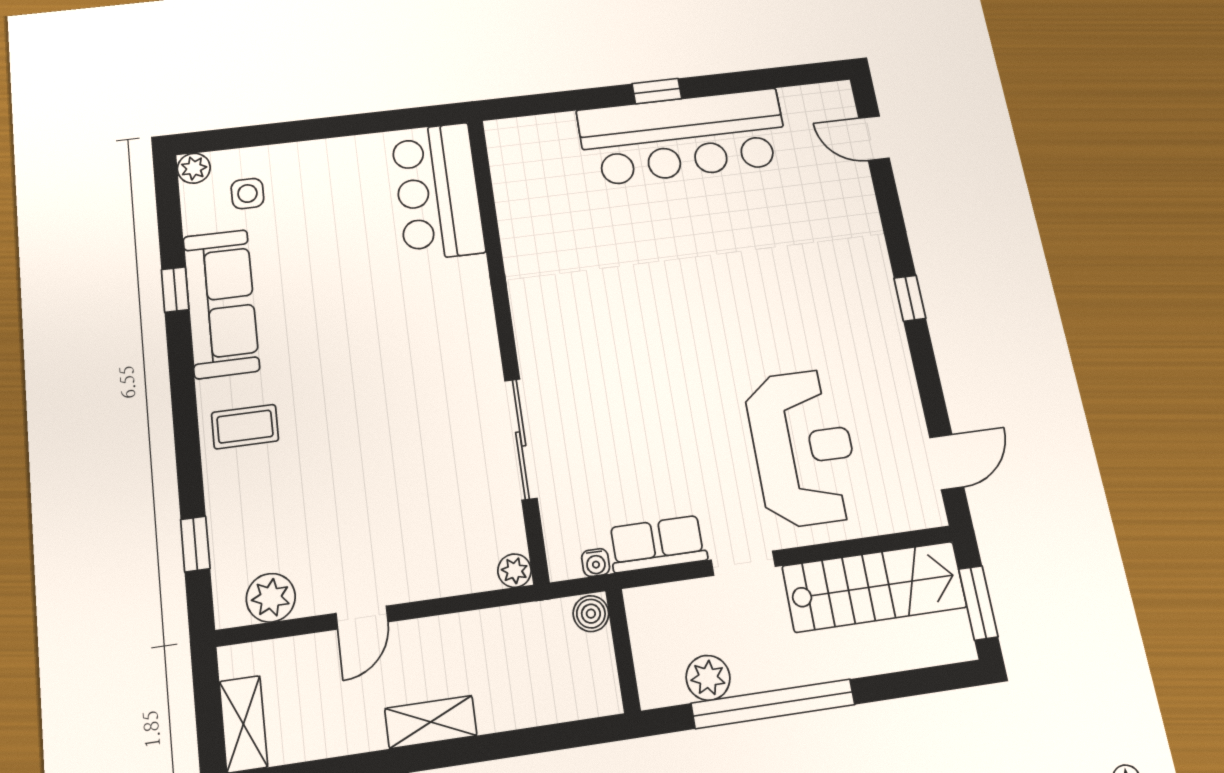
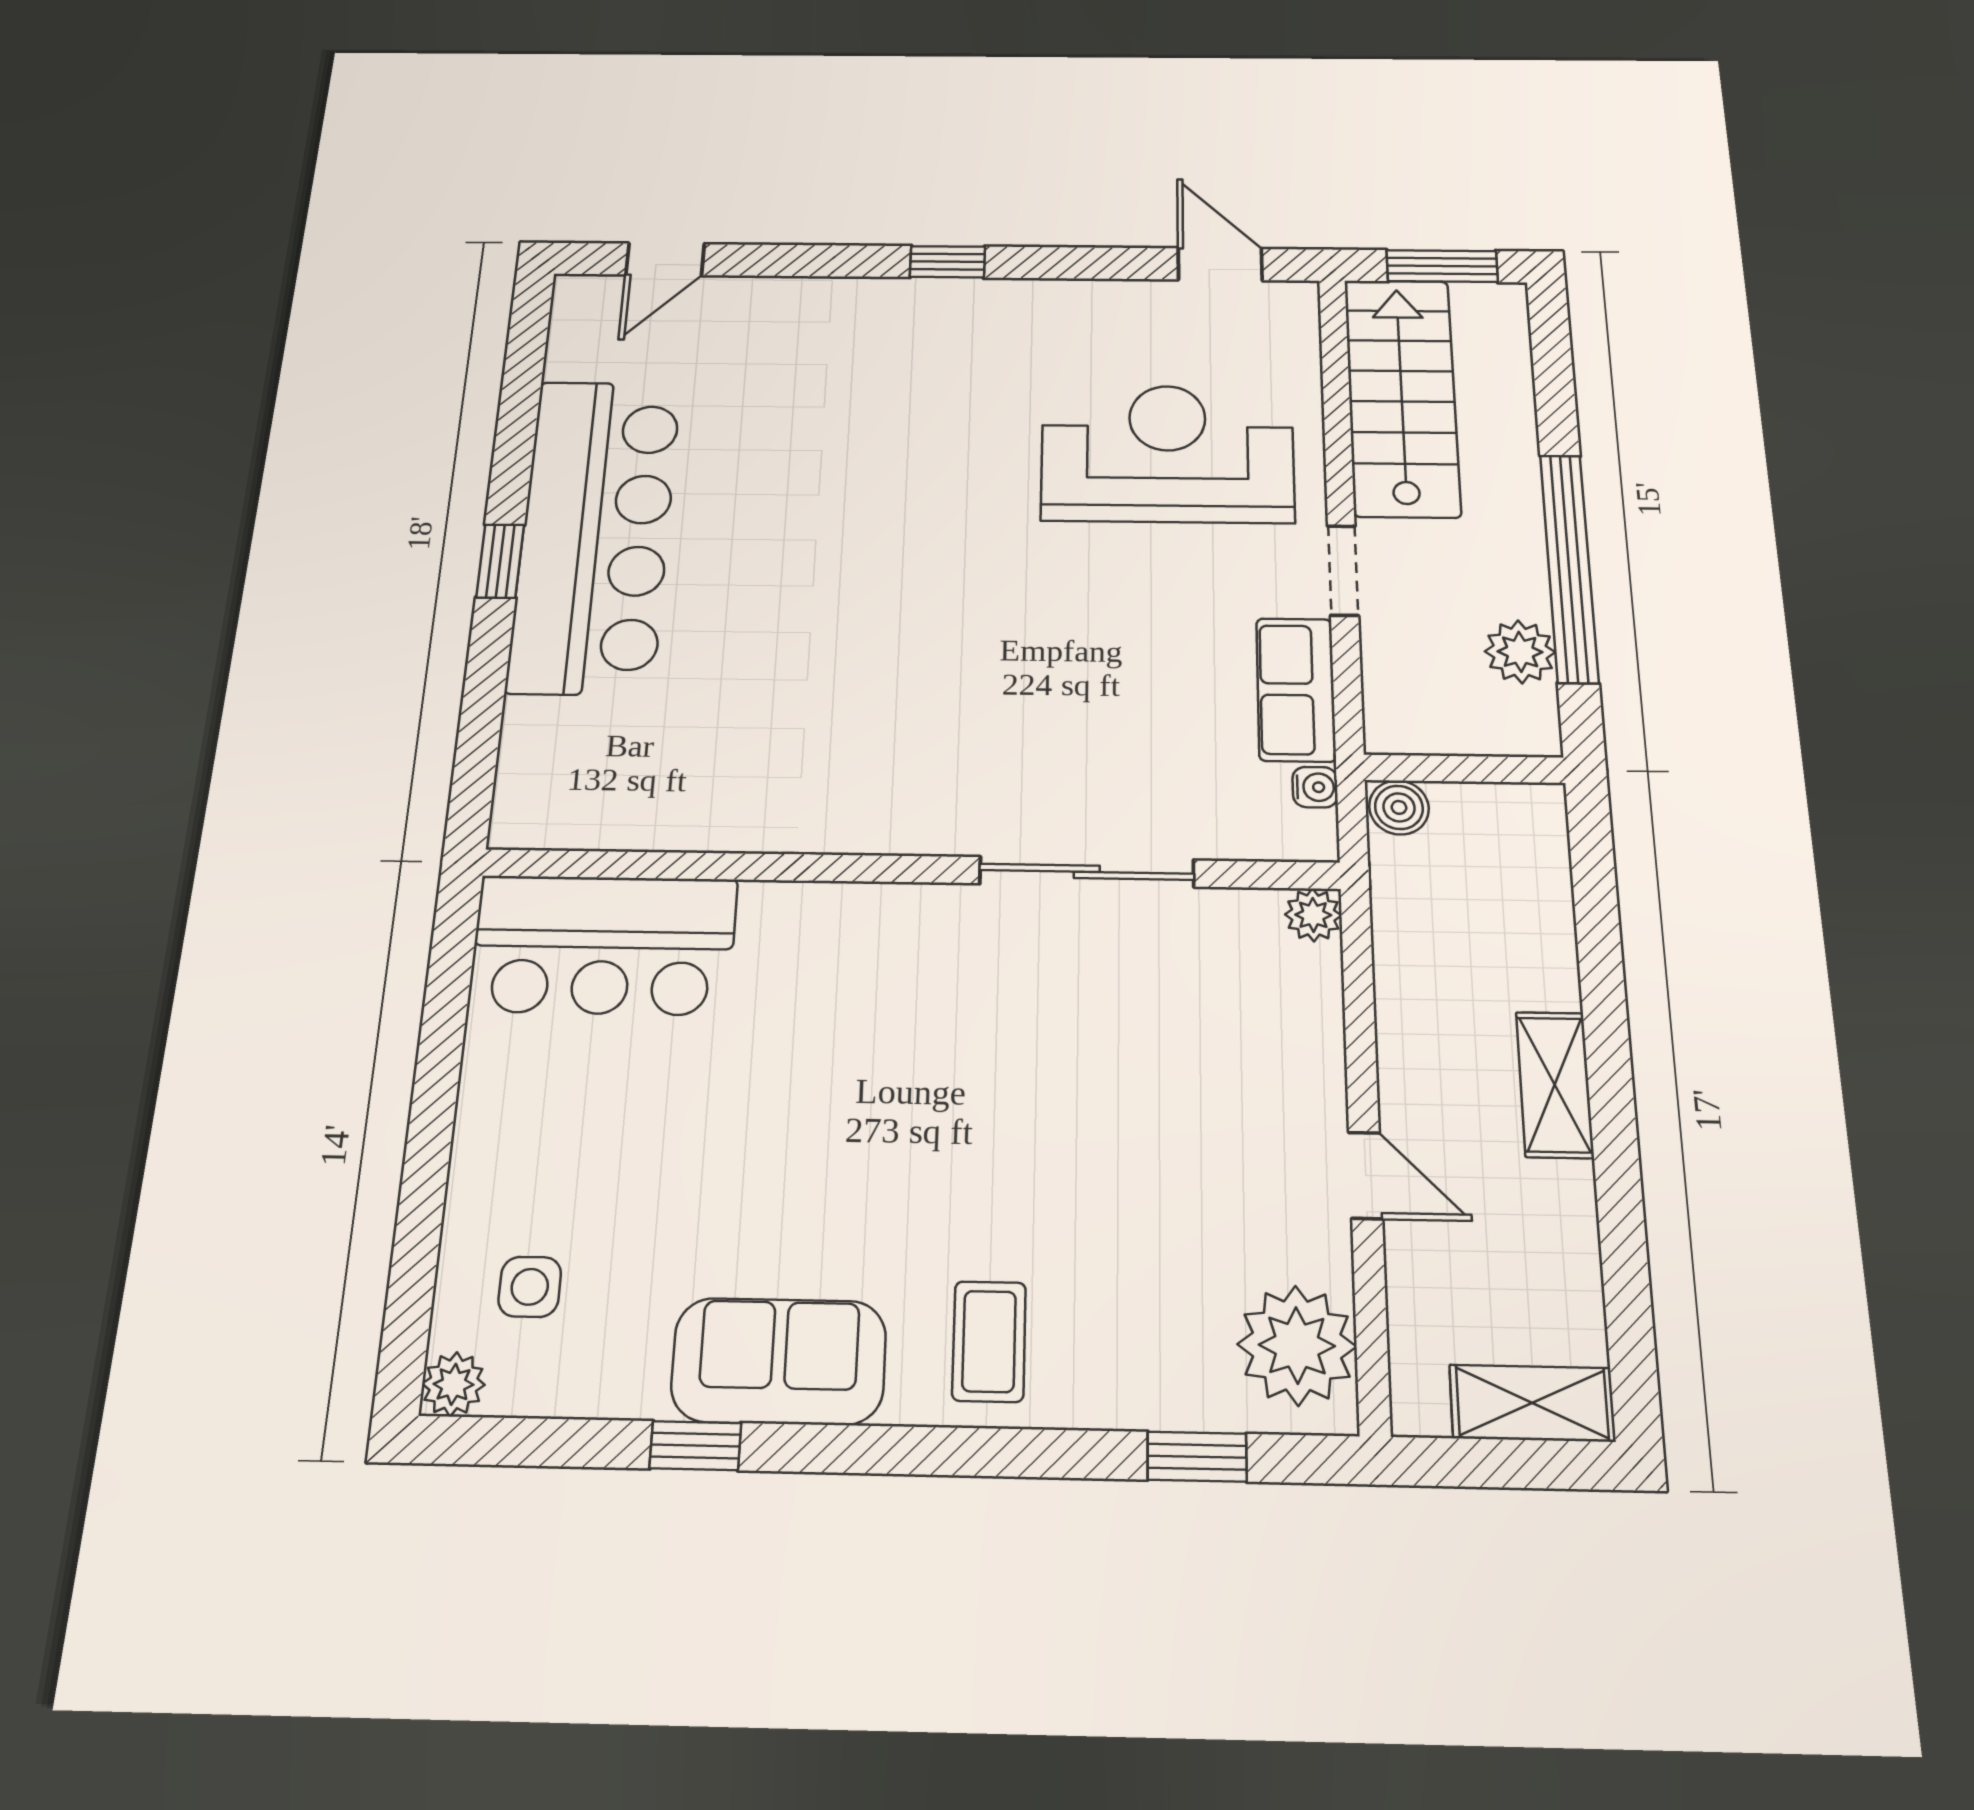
sofa: (221, 303) -> (779, 1361), width x0.73
plant: (271, 598) -> (1297, 1345), width x1.36, depth x1.36

